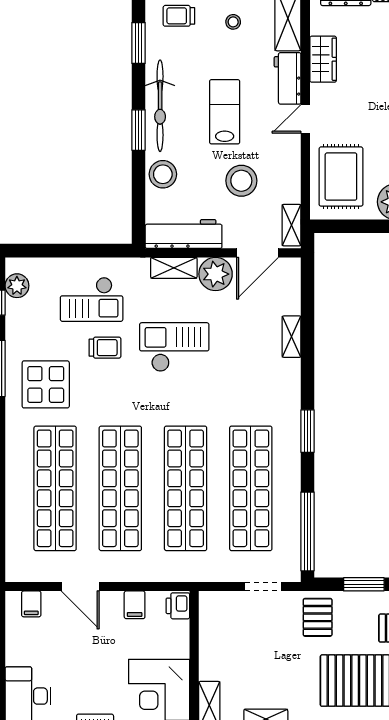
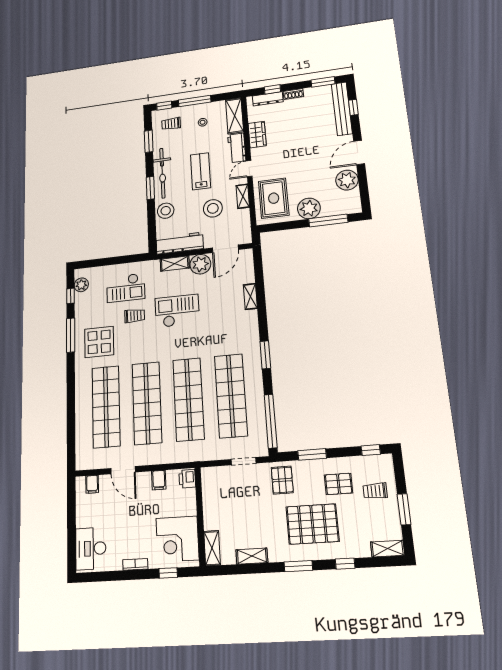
shelving: (292, 225) -> (243, 196), moved

